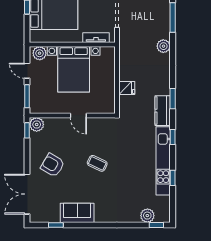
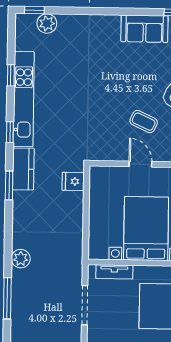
fridge: (127, 88) -> (73, 181), moved
coffee table: (97, 163) -> (144, 122), moved

